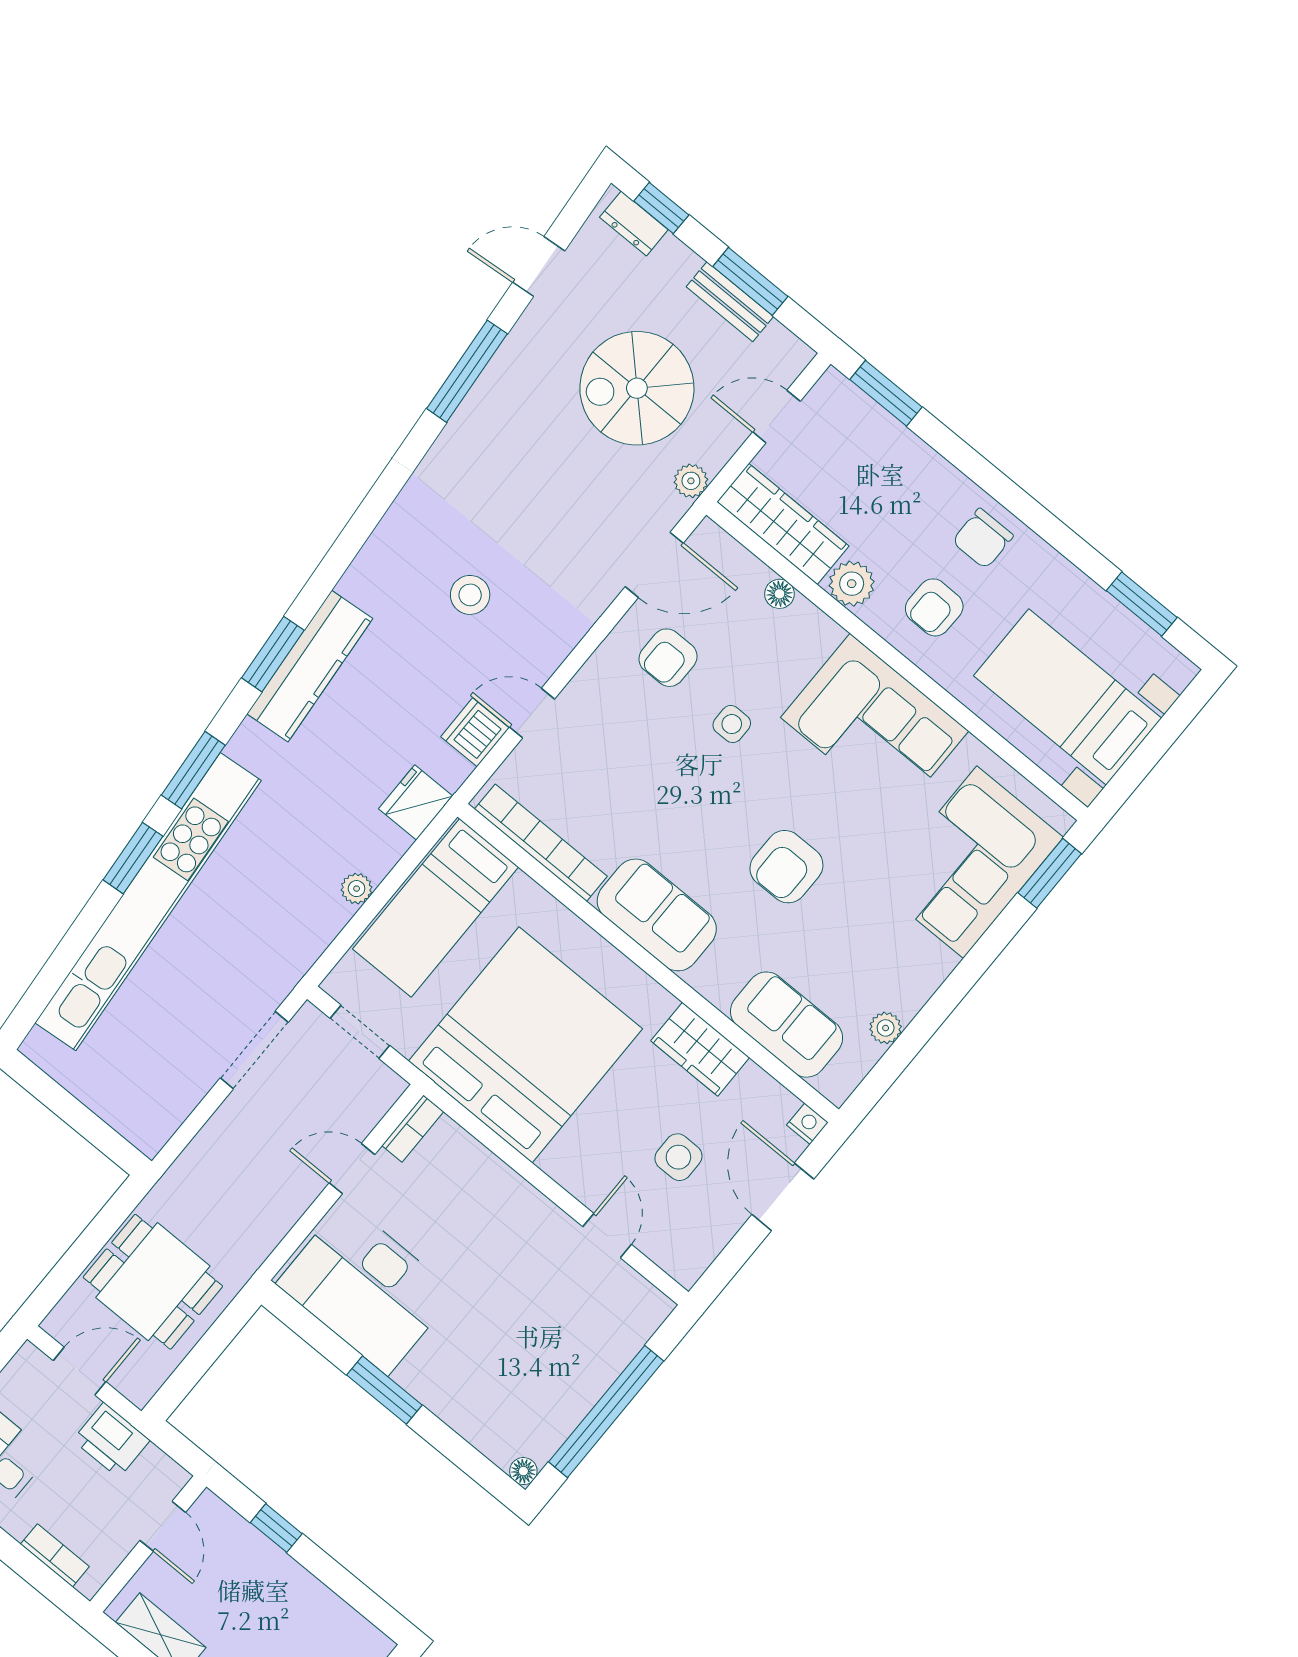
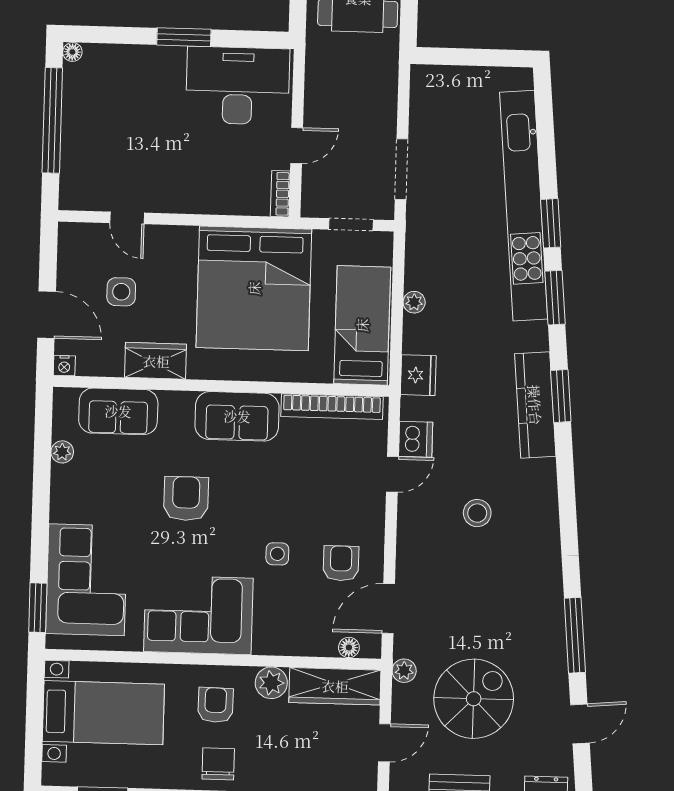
floor lamp: (779, 594) -> (349, 647), moved

